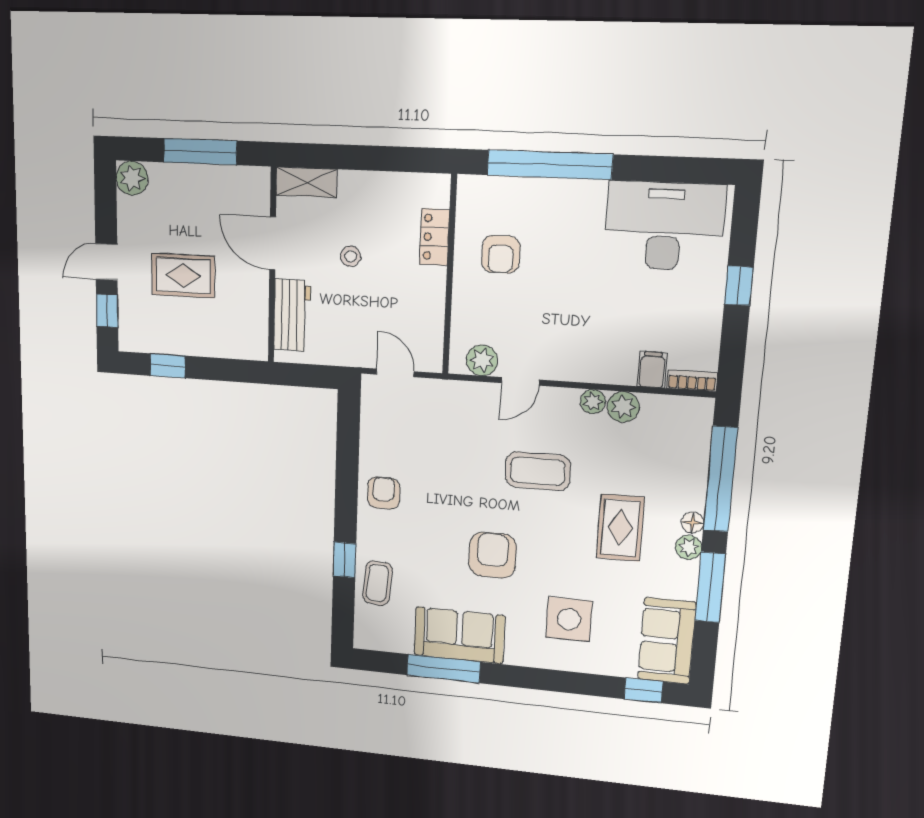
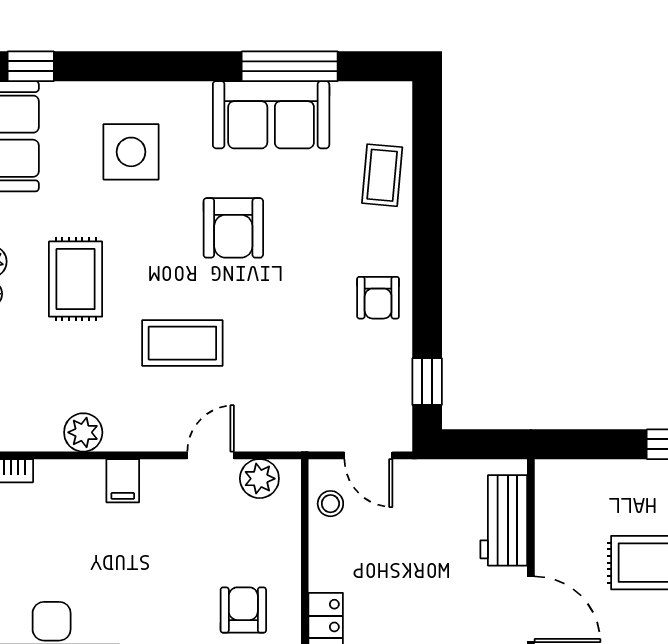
stool: (351, 256) -> (330, 504), moved
filing cabinet: (652, 370) -> (123, 481), moved
plant: (593, 401) -> (120, 437), removed
window: (345, 560) -> (427, 382), moved

